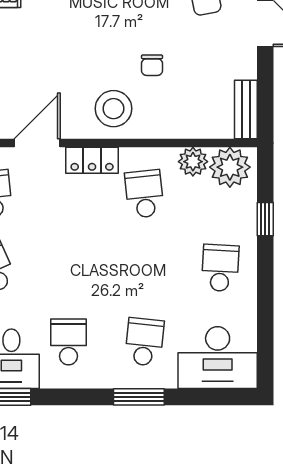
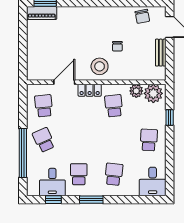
bench: (246, 109) -> (161, 53), moved
desk: (218, 358) -> (153, 181), width x0.73
window: (139, 397) -> (91, 200), moved

